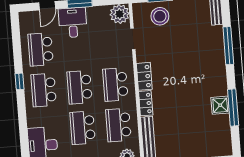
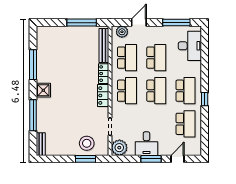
desk: (73, 23) -> (146, 144), moved
shower: (220, 105) -> (43, 90), moved

